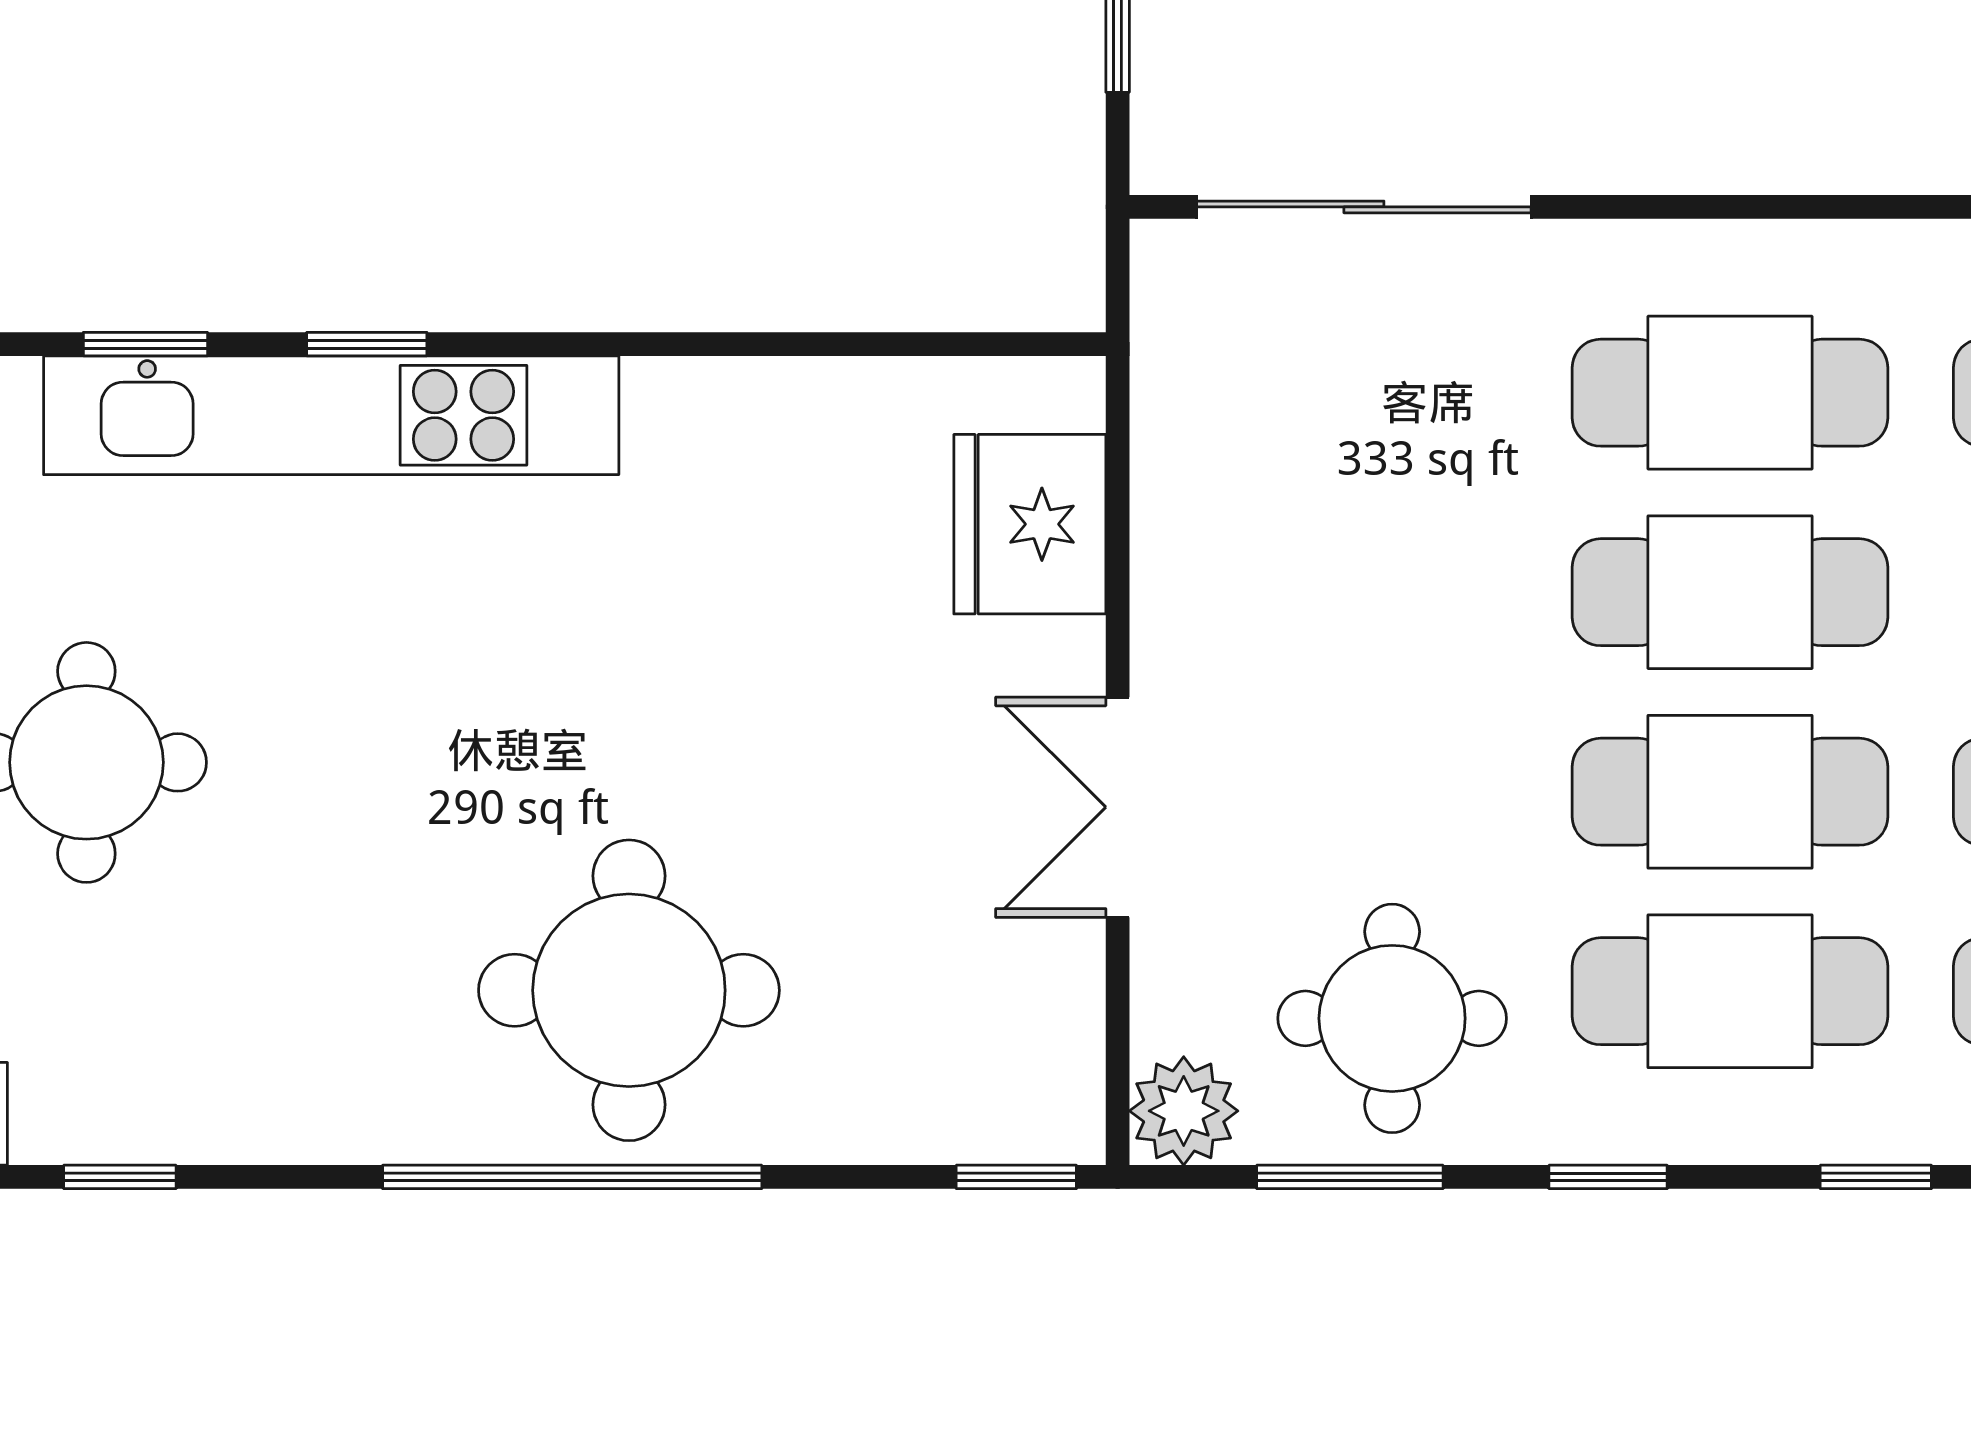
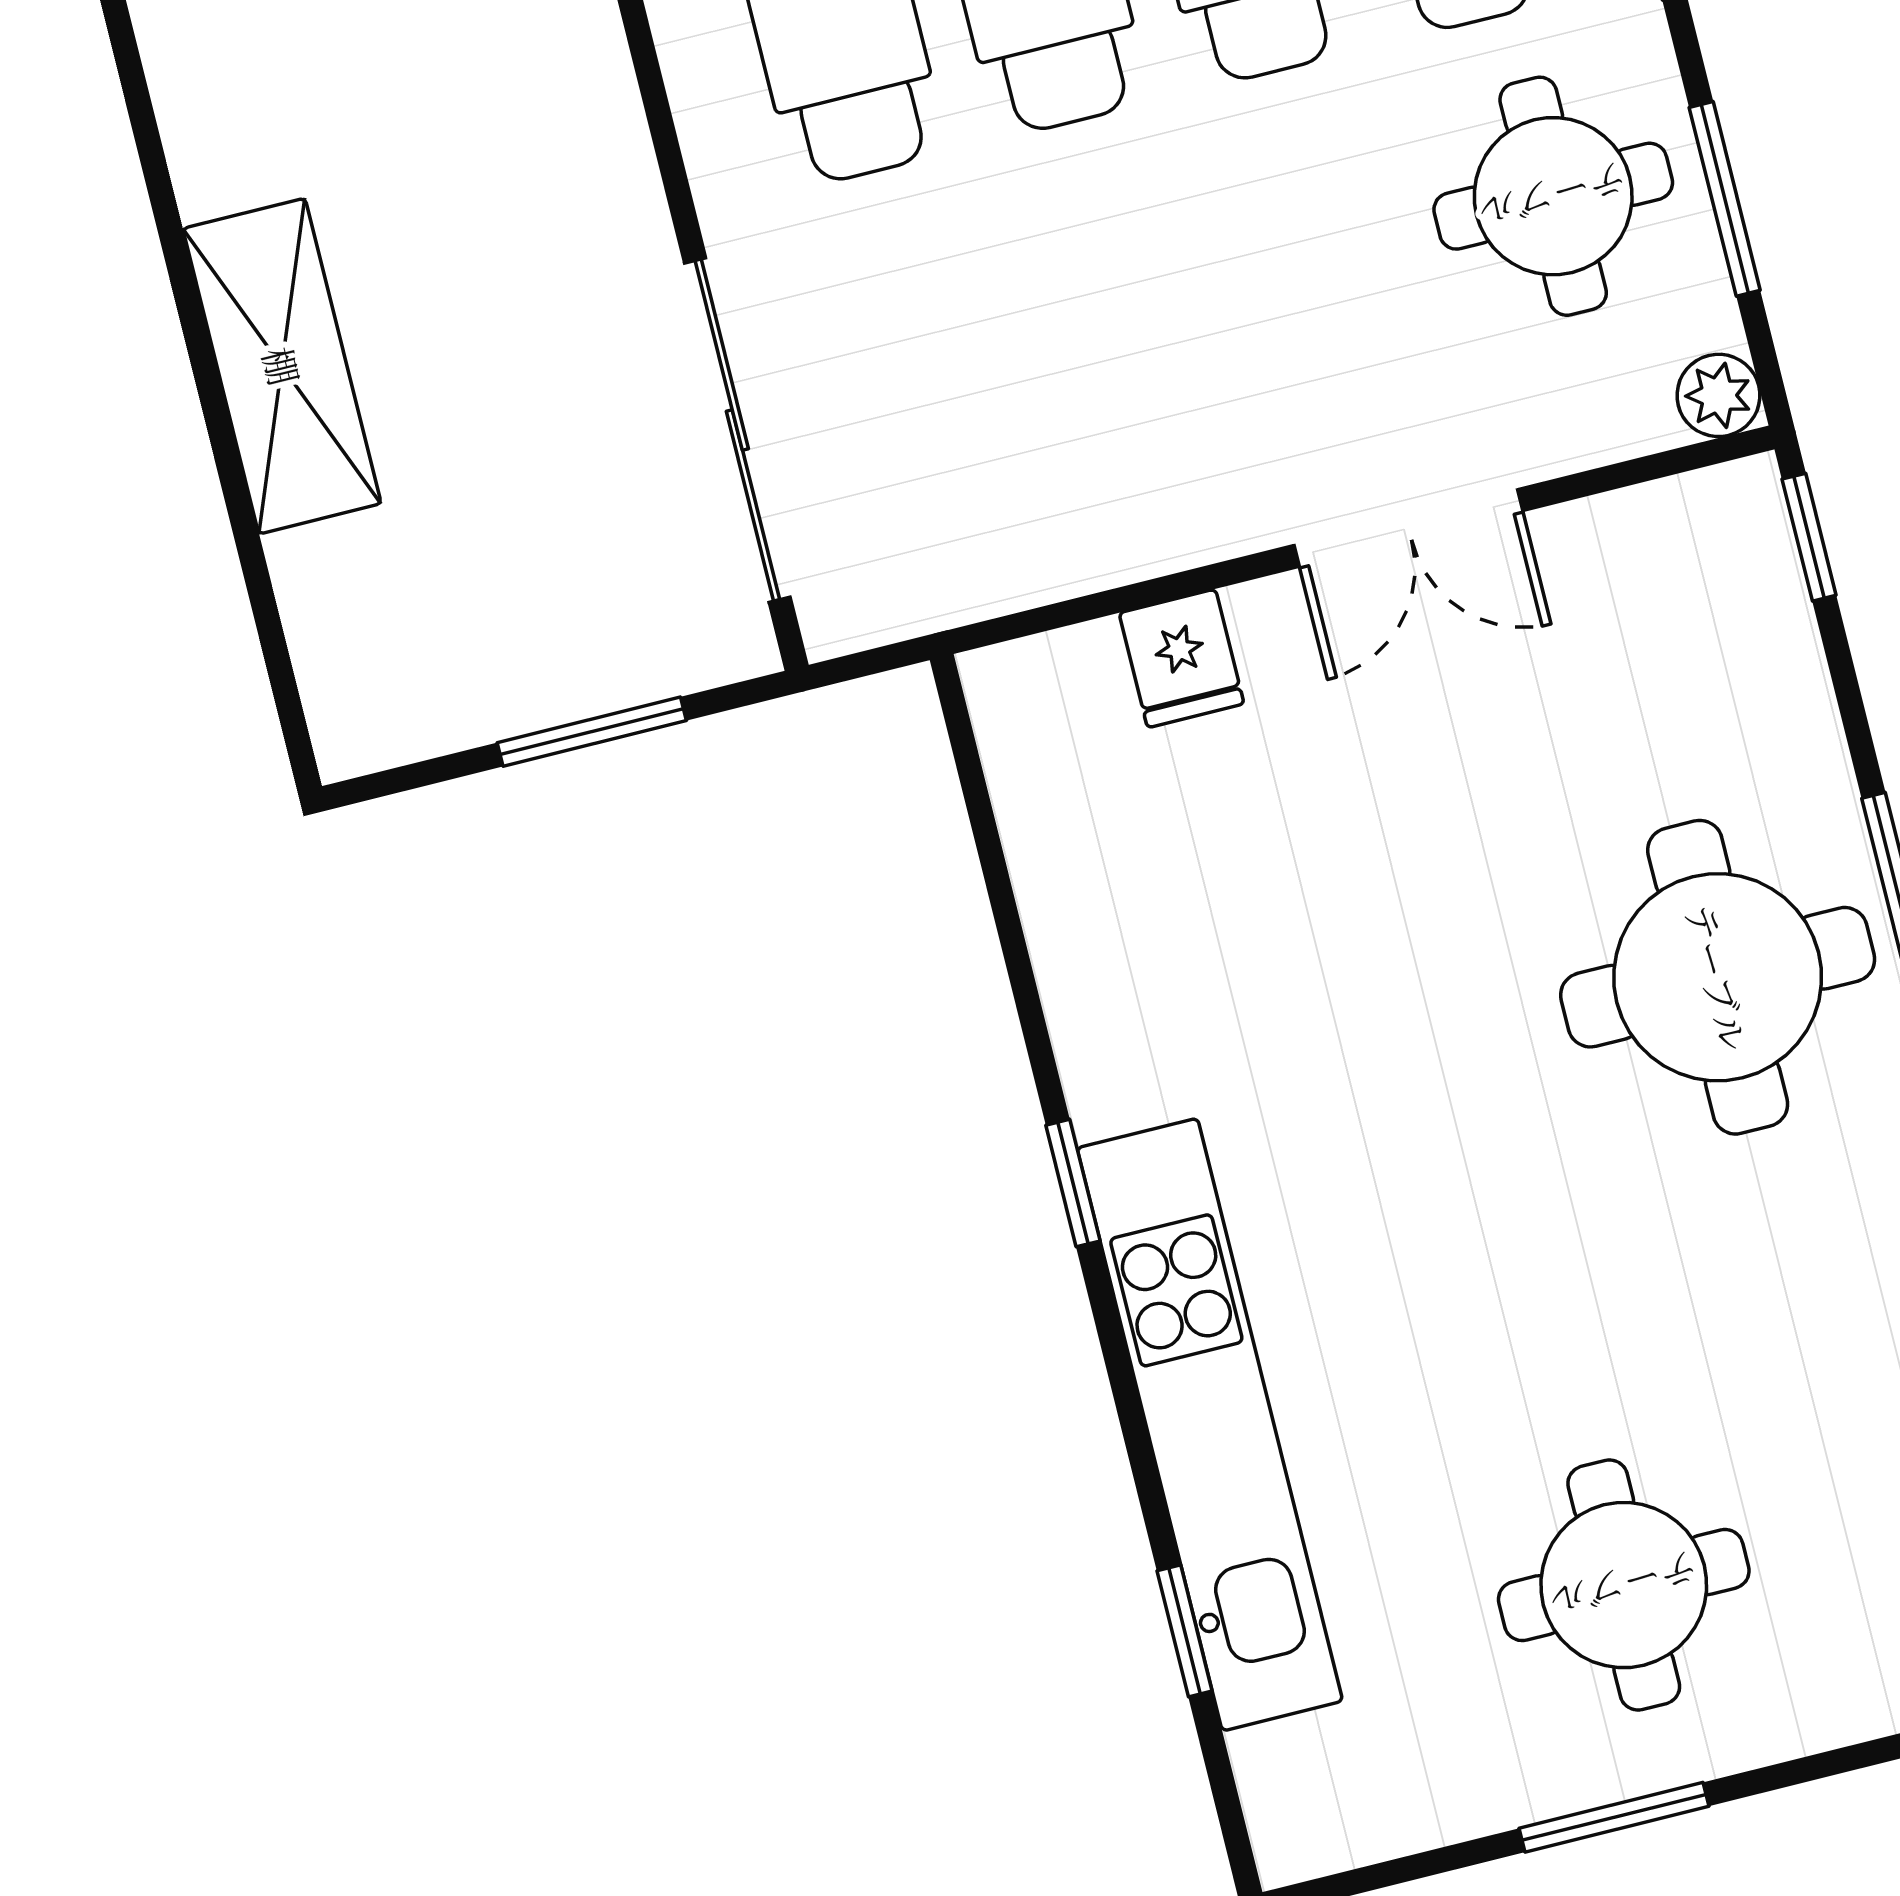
window: (367, 344) -> (1073, 1183), moved
fridge: (1030, 524) -> (1181, 658), width x0.53, depth x0.75
plant: (1184, 1111) -> (1718, 395), width x0.73, depth x0.73

